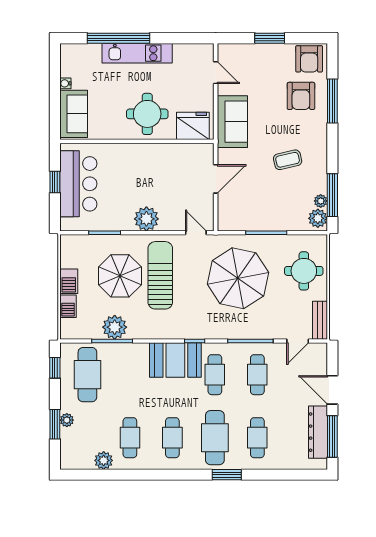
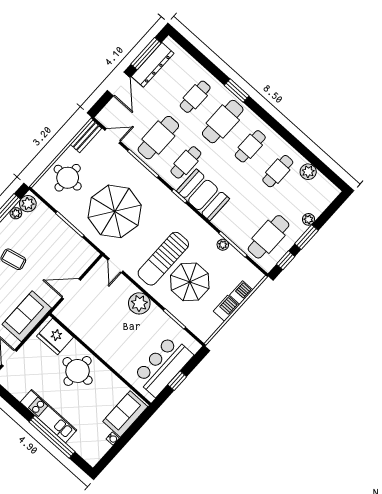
plant: (115, 327) -> (223, 245), width x0.53, depth x0.53
cafe table: (257, 375) -> (158, 138), width x1.37, depth x1.35
window: (55, 424) -> (306, 237), moved

